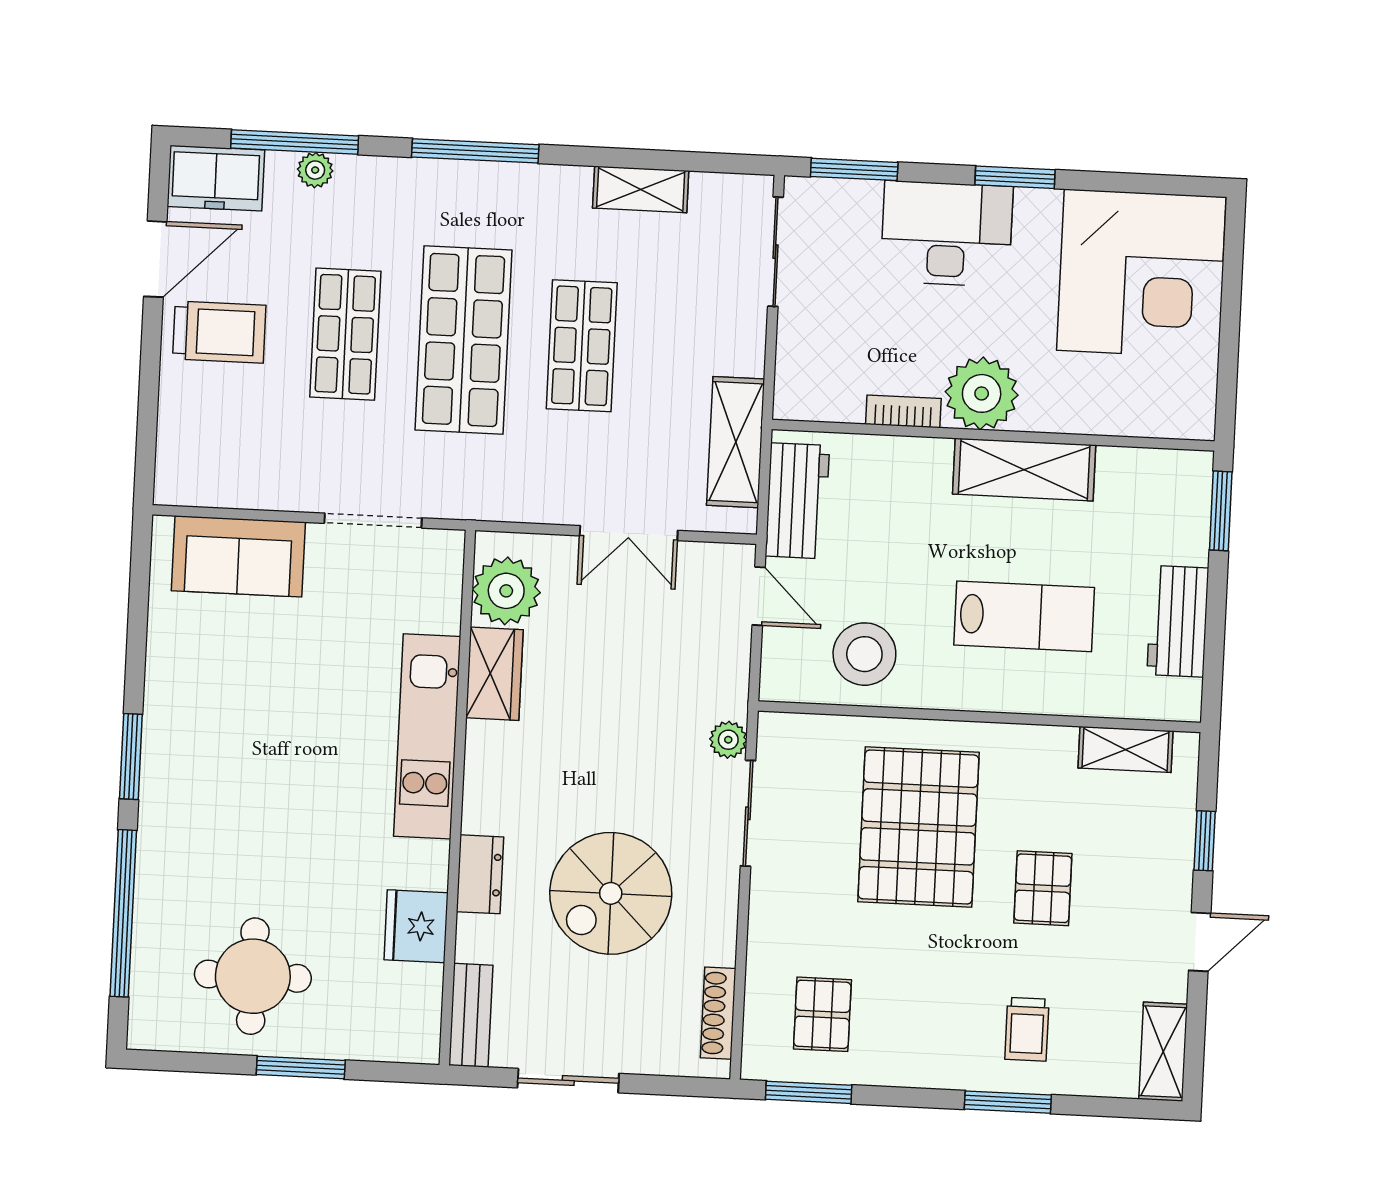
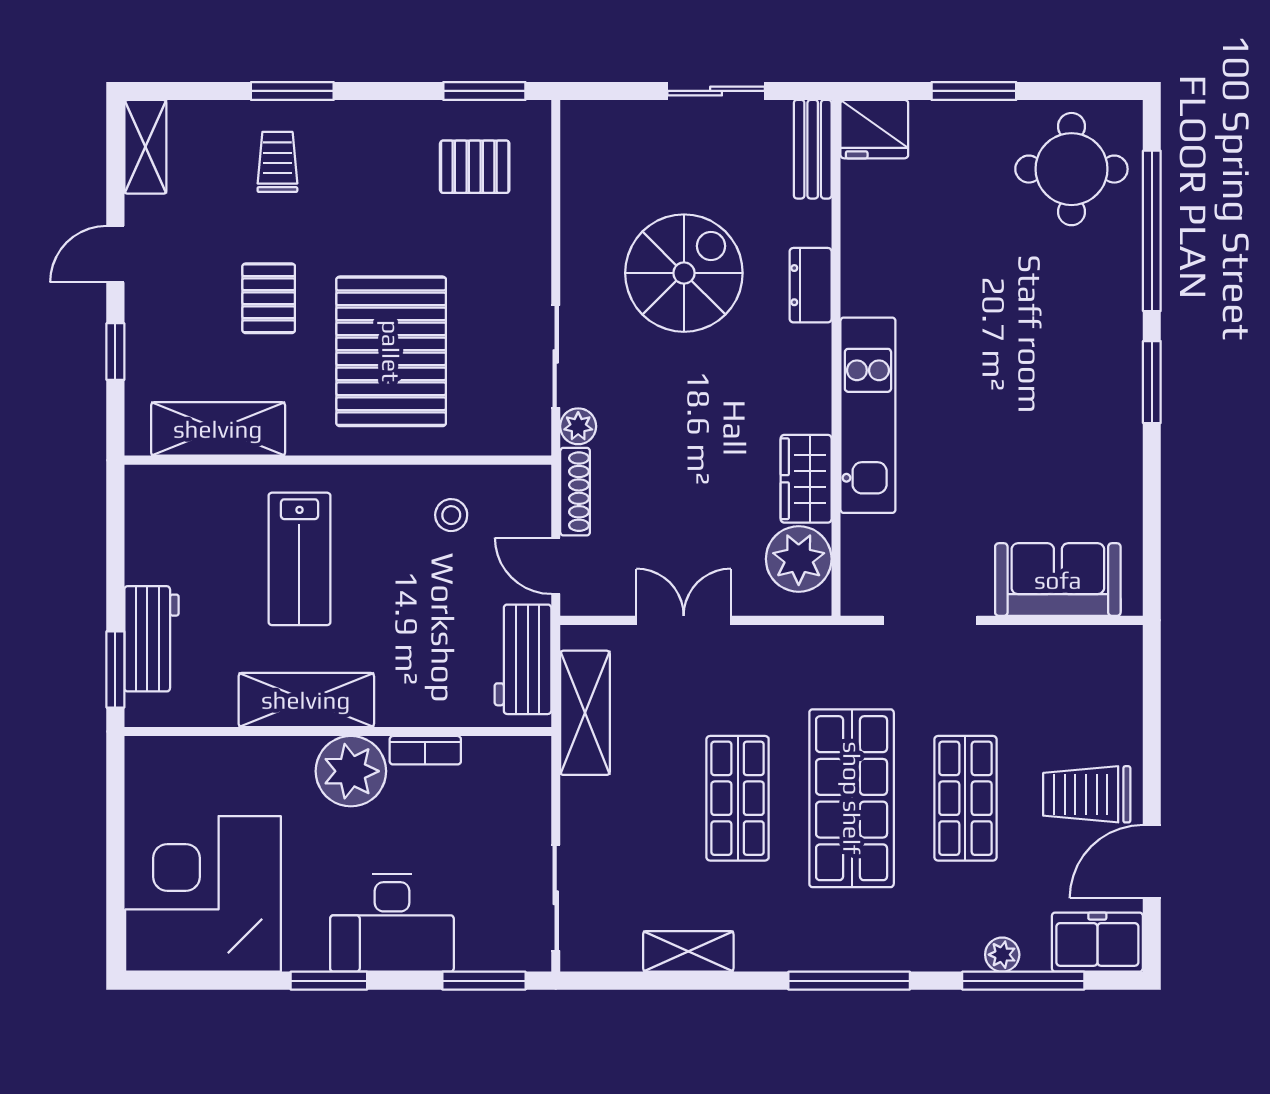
lab bench: (1024, 616) -> (299, 559), turned -90
workbench: (1178, 621) -> (151, 639), moved
stool: (864, 654) -> (451, 515), width x0.53, depth x0.53
shelving: (1125, 749) -> (218, 429), width x1.50, depth x1.33
fridge: (416, 926) -> (874, 129), moved, turned 90
round table: (253, 976) -> (1071, 169), moved
shoe rack: (718, 1013) -> (575, 492), moved
pallet: (822, 1014) -> (475, 167), turned 90

